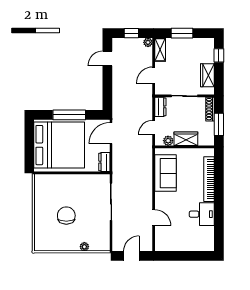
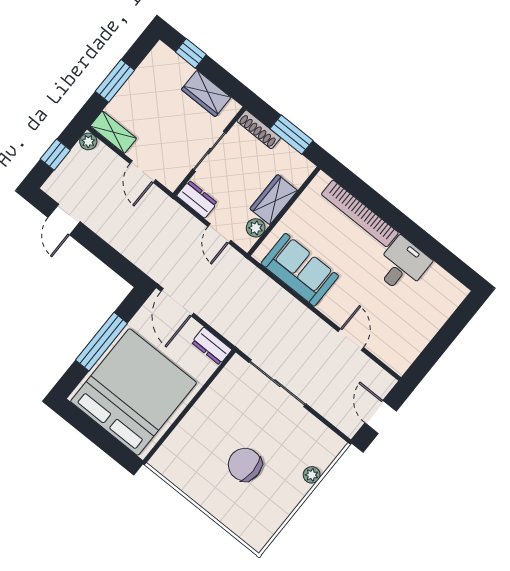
door: (154, 218) -> (351, 340), hinge flipped

